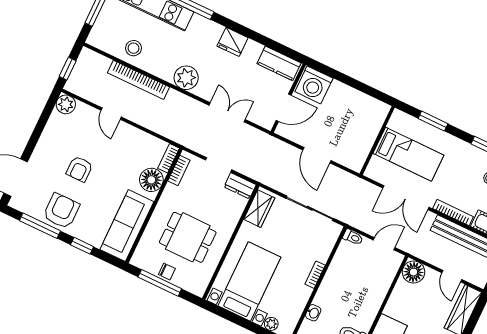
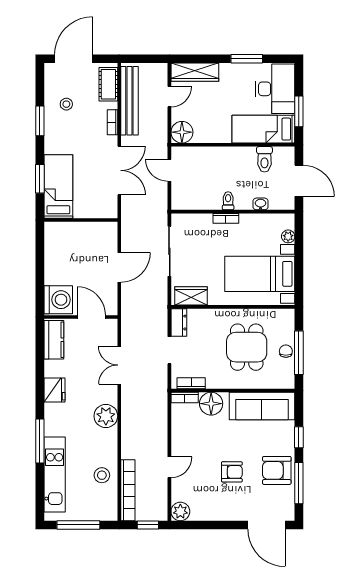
bookcase: (139, 80) -> (128, 490), moved
bed: (408, 154) -> (58, 187), moved
bookcase: (453, 213) -> (112, 122), width x0.64
toilet: (353, 237) -> (228, 201), moved

